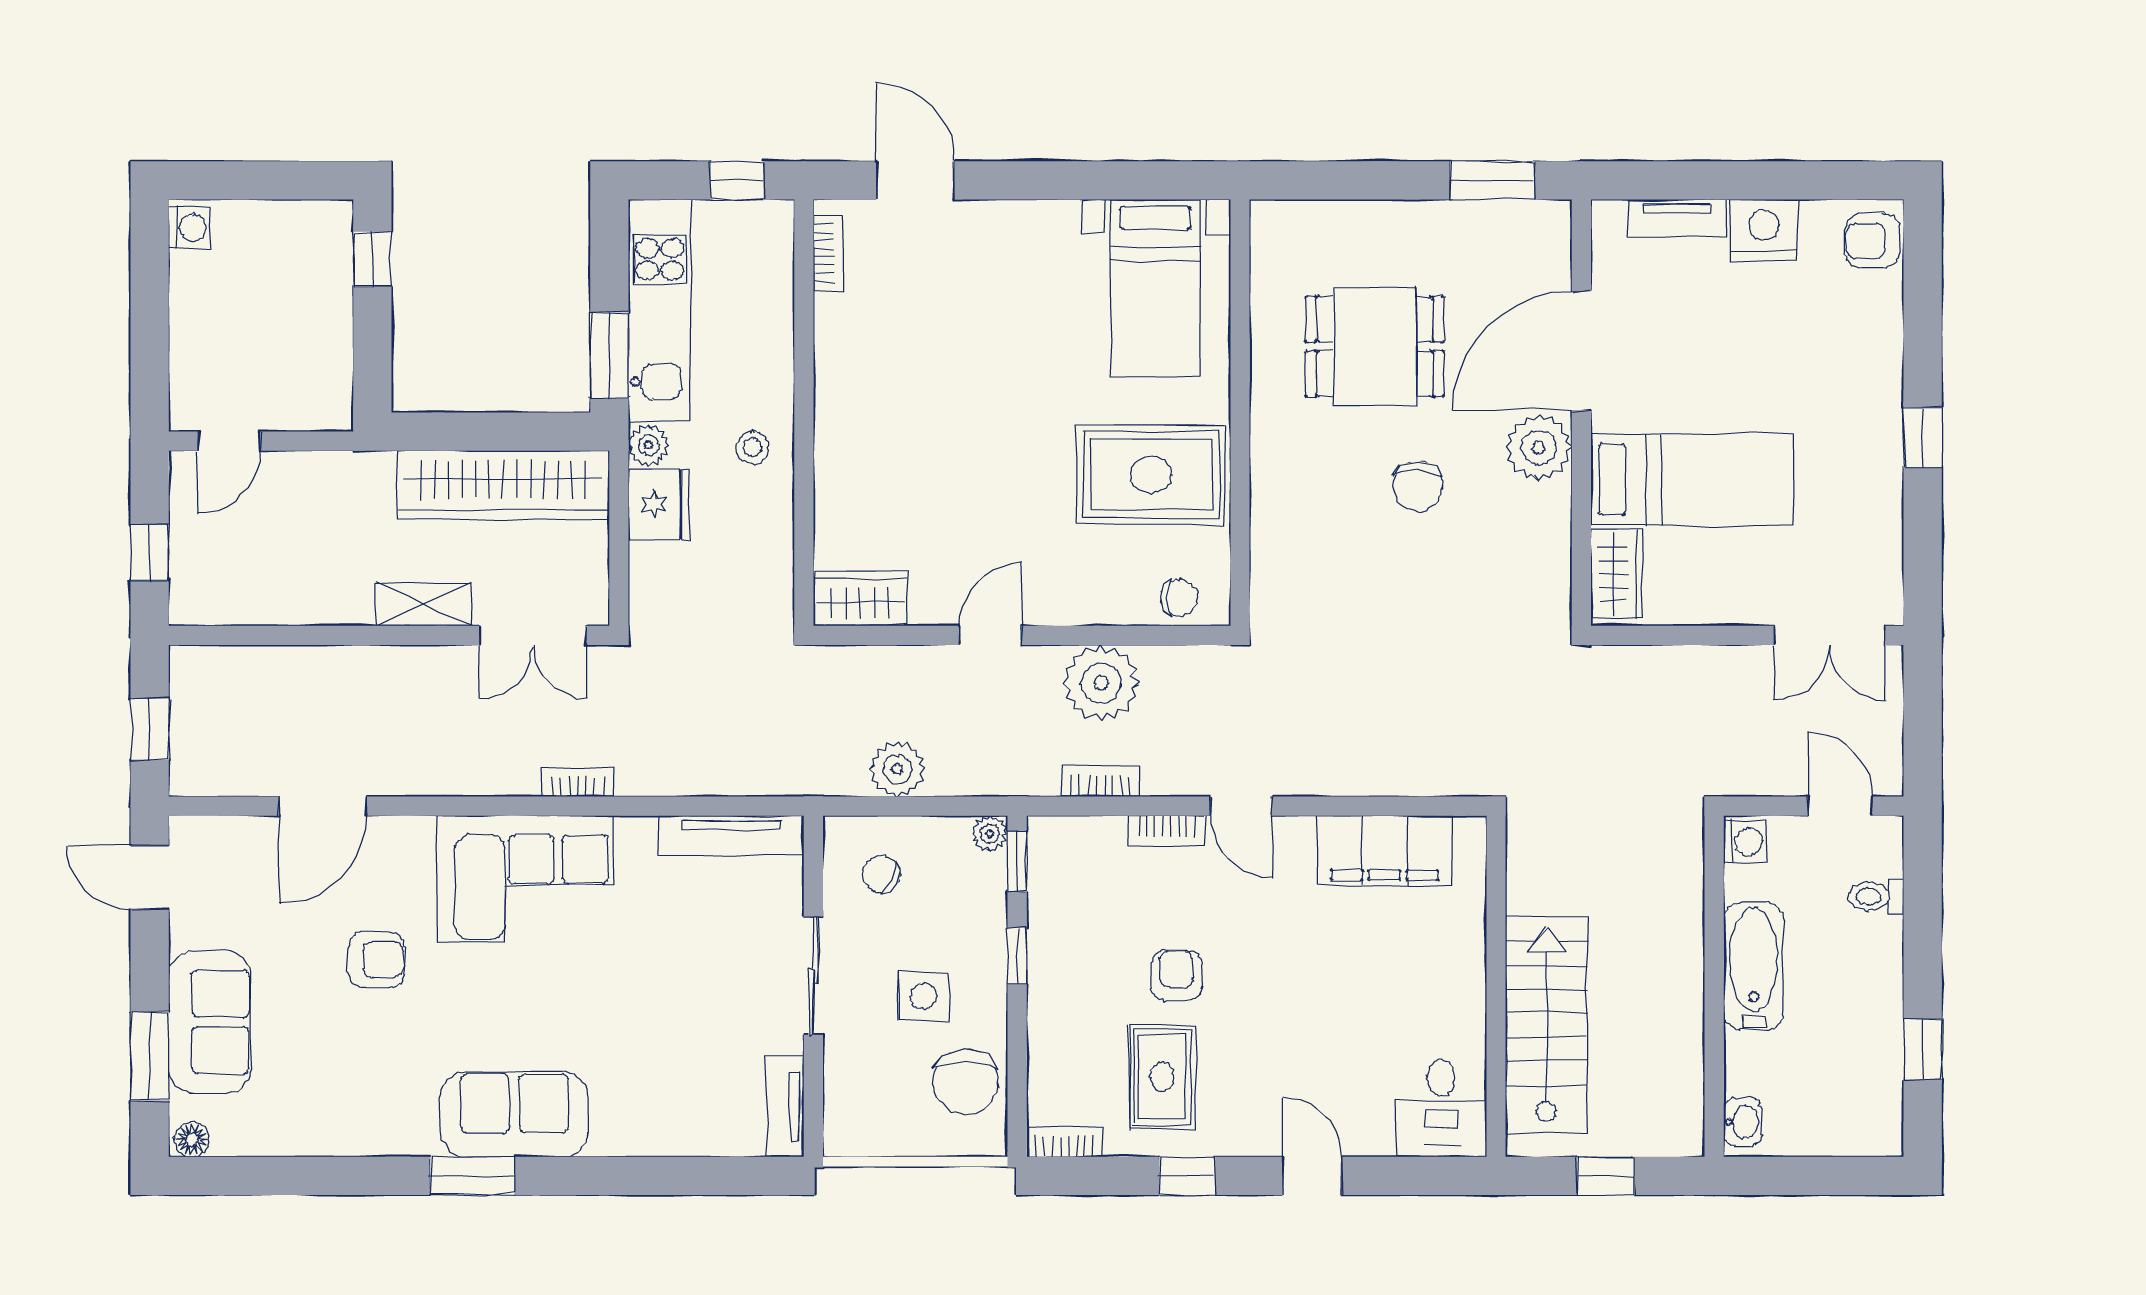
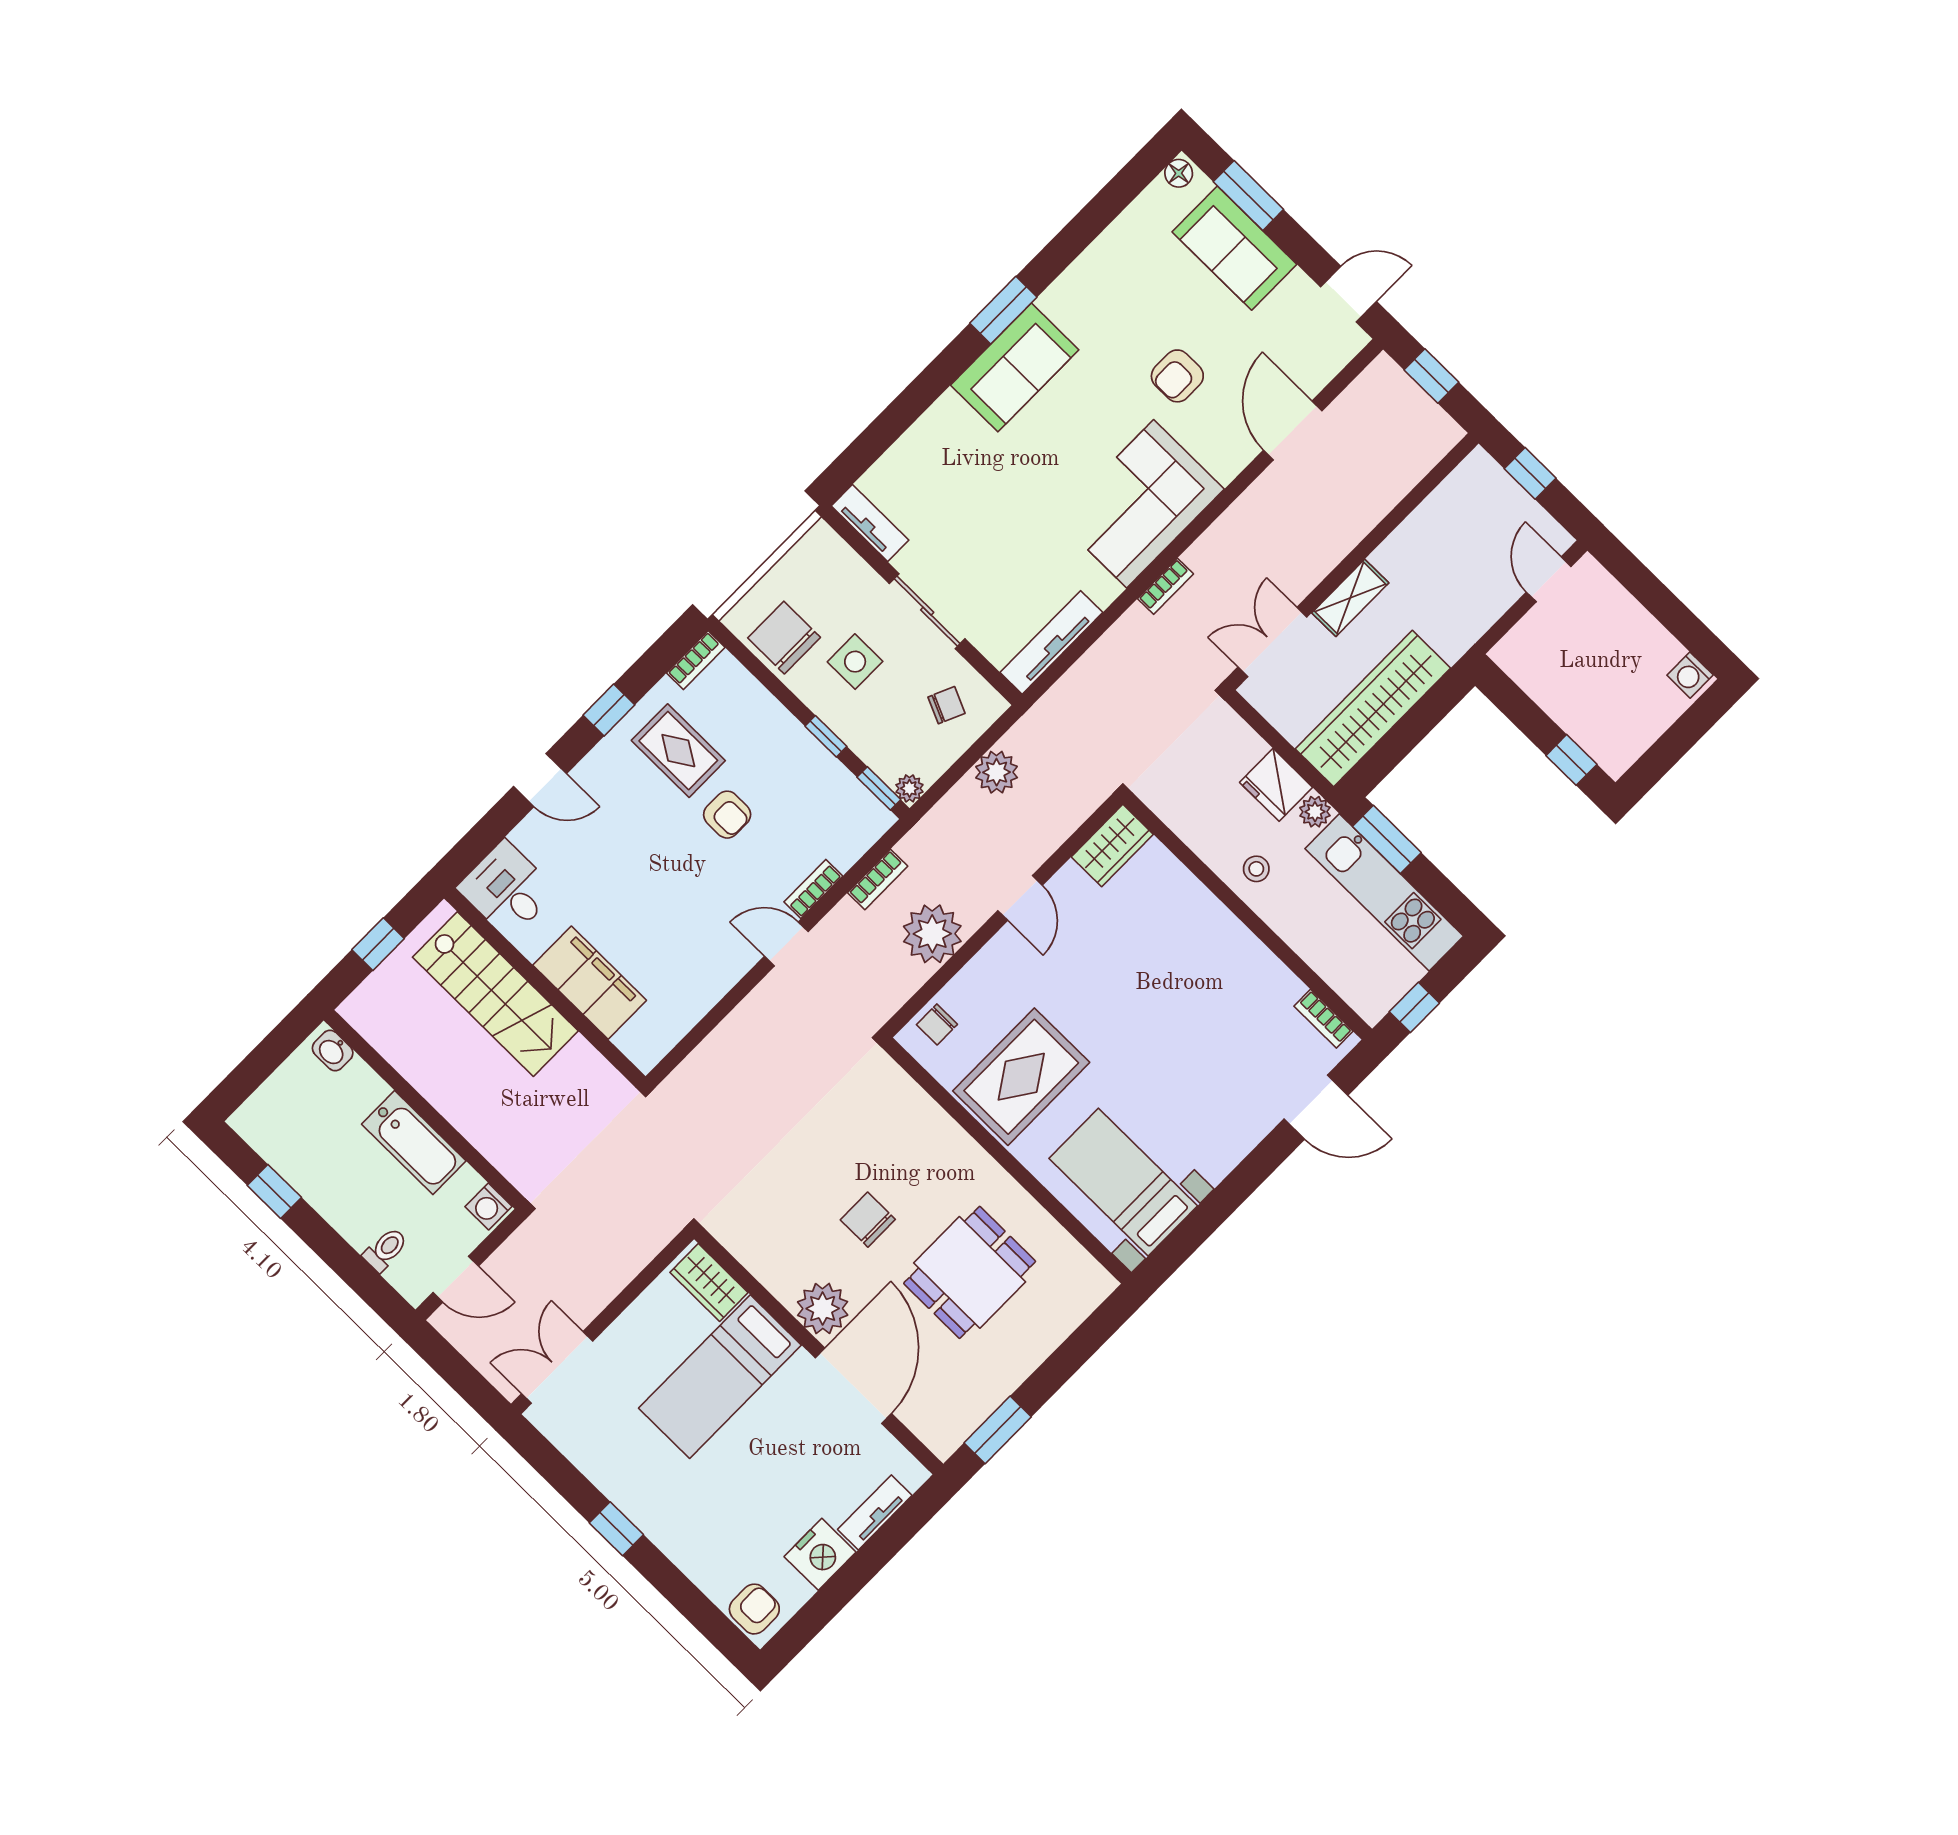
filing cabinet: (1384, 850) -> (590, 983), moved, turned 90

